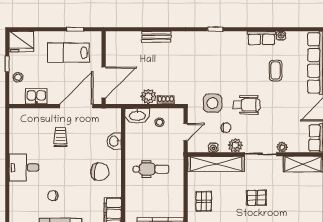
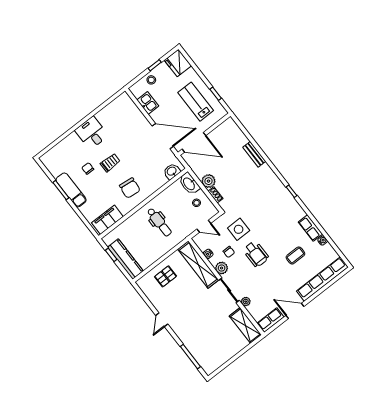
trolley: (60, 137) -> (110, 163), moved
washbasin: (114, 141) -> (172, 171), moved
pallet: (256, 198) -> (197, 311), removed

